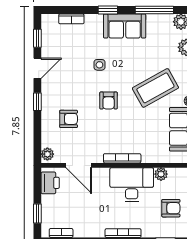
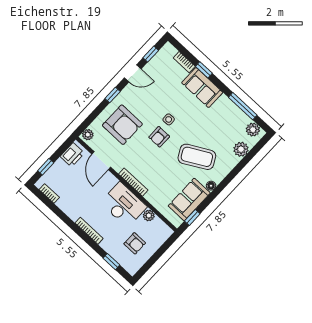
window: (108, 10) -> (204, 70), moved
sofa: (125, 26) -> (202, 88), moved
side table: (99, 65) -> (169, 119), moved
armchair: (69, 119) -> (122, 125), width x1.88, depth x1.88

